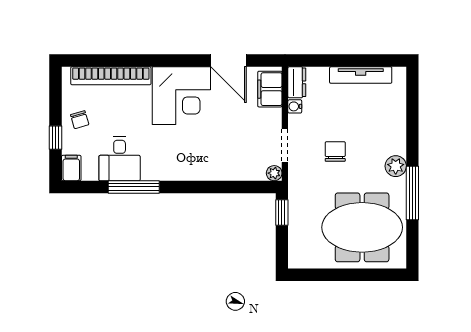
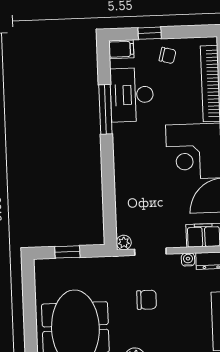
chair: (80, 120) -> (168, 55), turned -149
desk: (120, 159) -> (132, 95), width x1.37
window: (282, 213) -> (67, 252), moved

